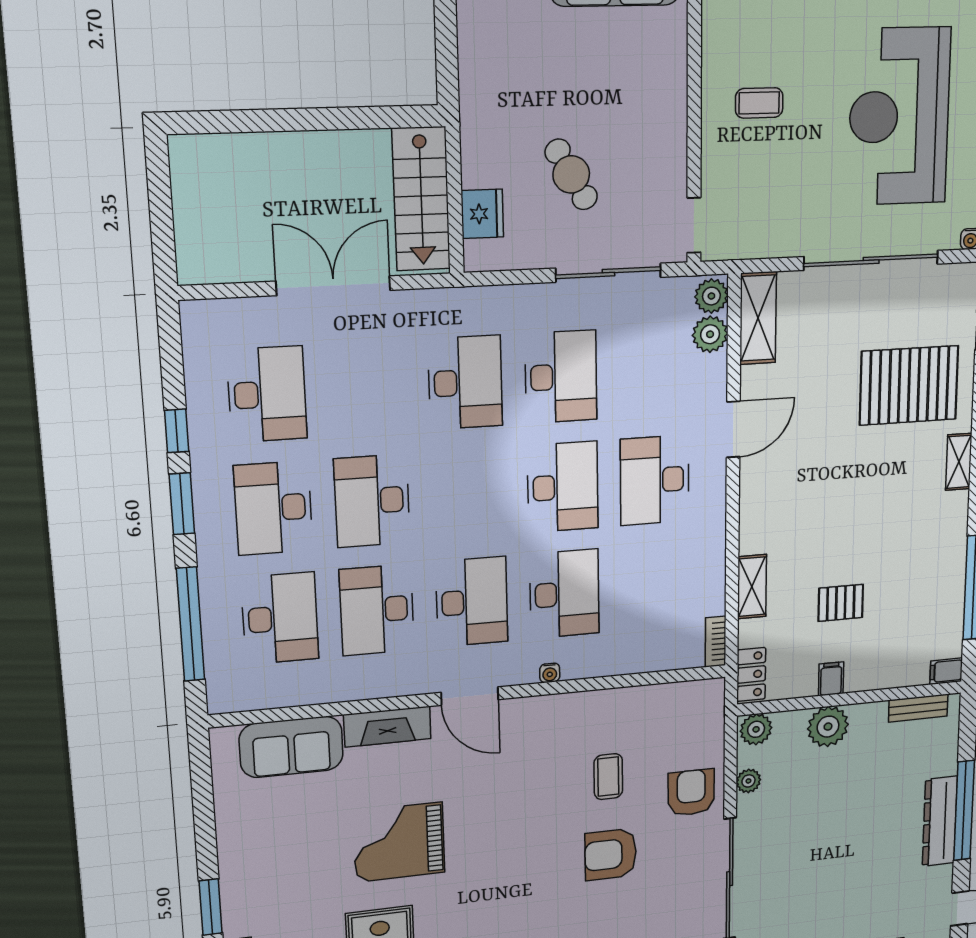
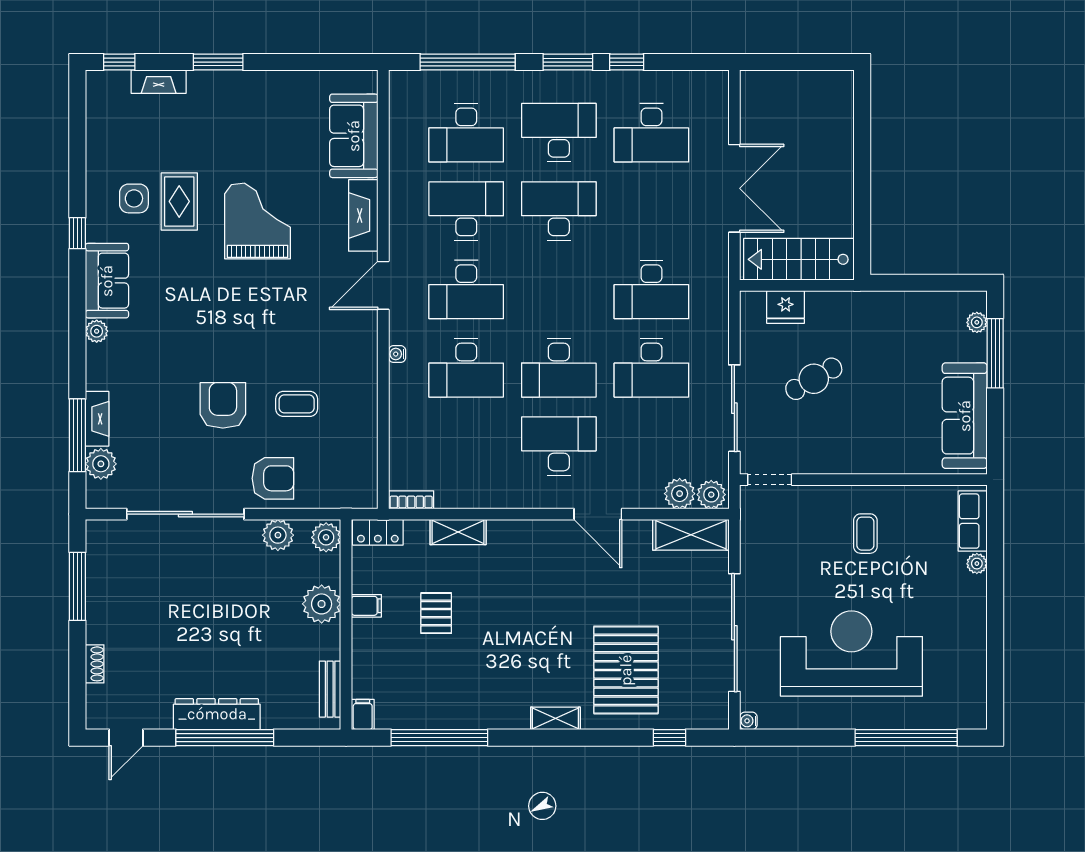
plant: (748, 781) -> (278, 535), width x1.38, depth x1.38

